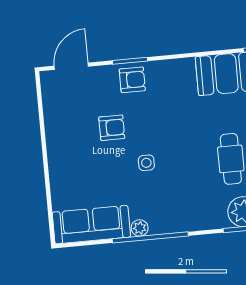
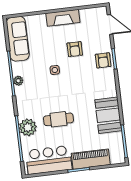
fireplace: (58, 146) -> (63, 18), added
plant: (140, 228) -> (18, 81), moved

